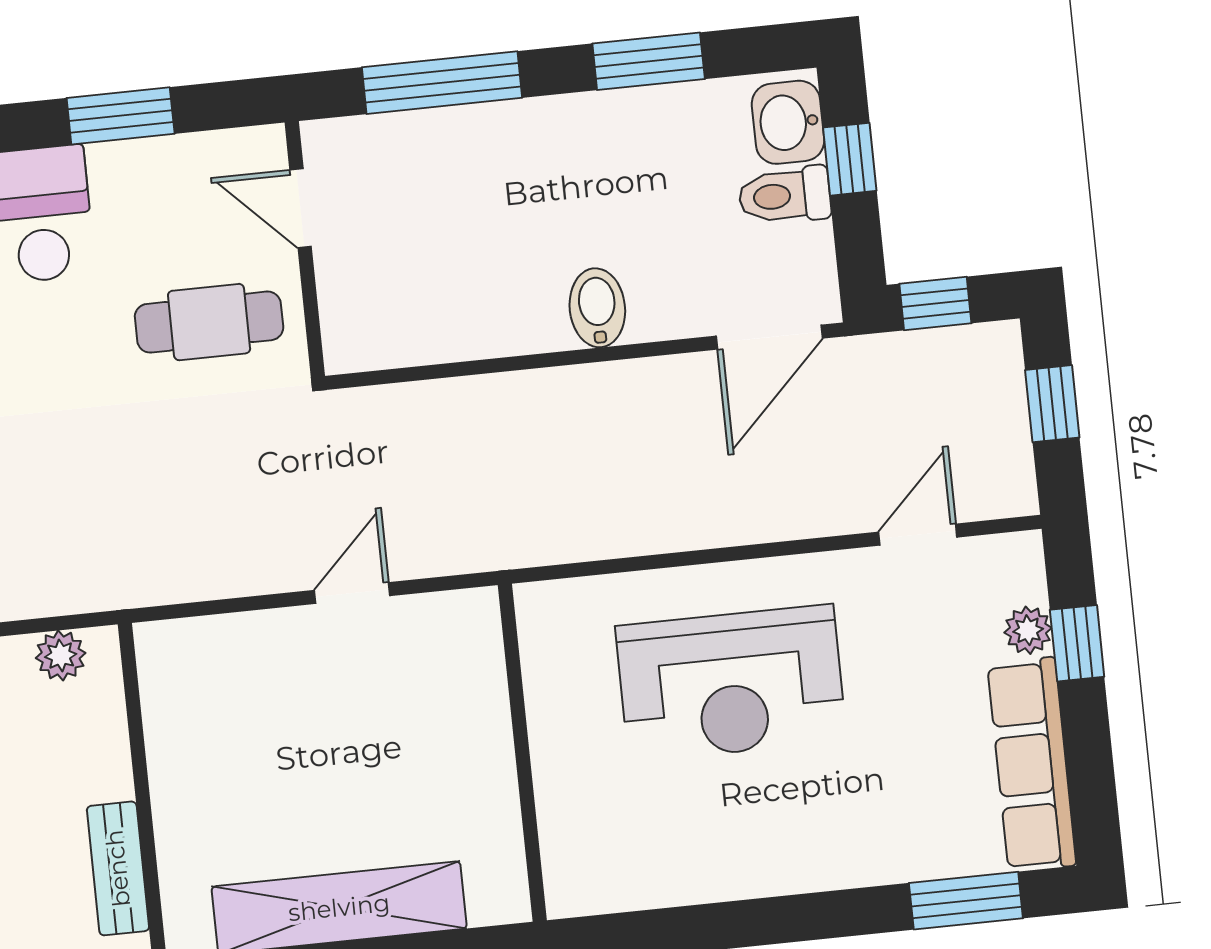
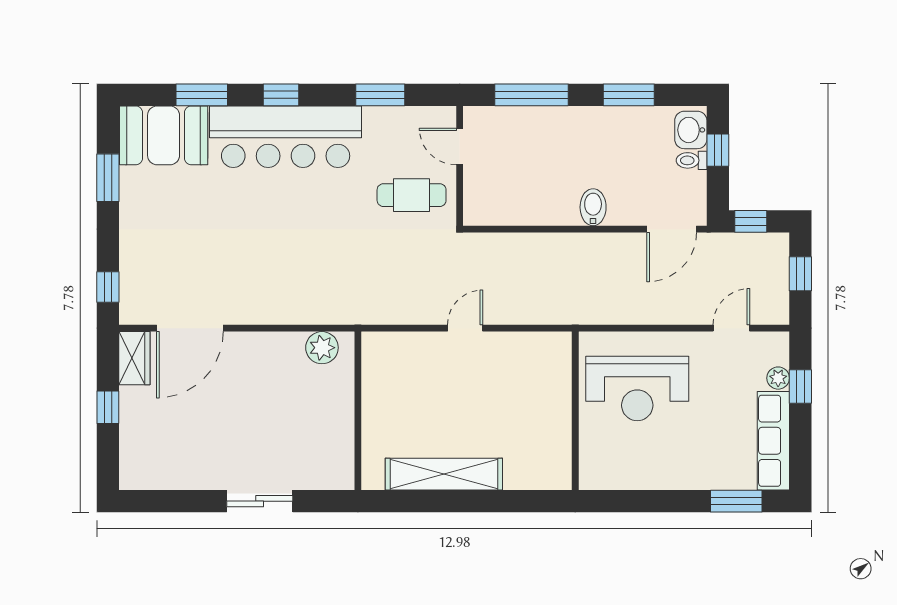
toilet: (785, 195) -> (692, 160), width x0.73, depth x0.72
plant: (61, 655) -> (322, 348), width x1.38, depth x1.38
wall: (522, 753) -> (575, 411), moved
bench: (118, 868) -> (343, 445), removed

